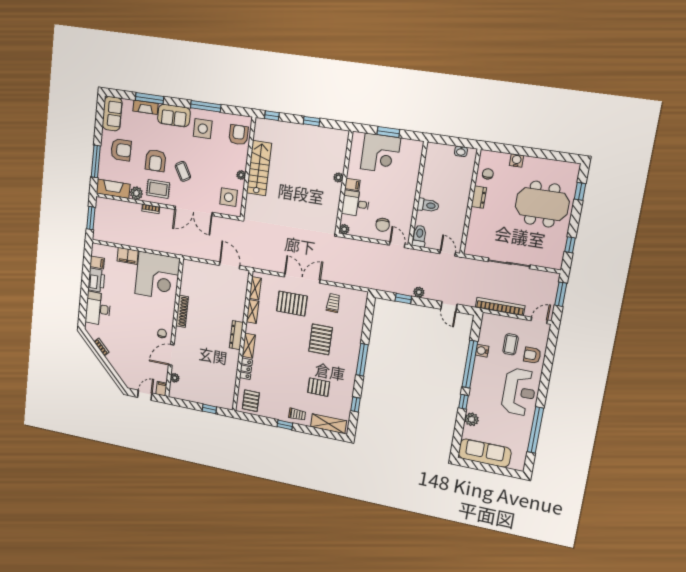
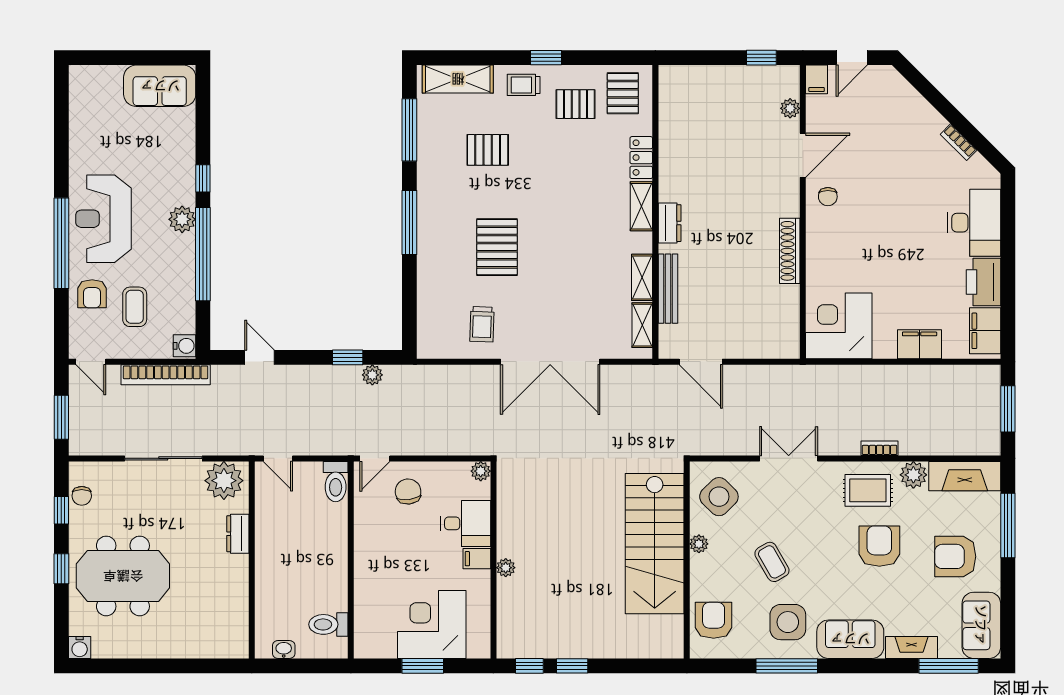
window: (150, 98) -> (949, 666), moved
window: (272, 116) -> (529, 666), moved
armchair: (239, 135) -> (714, 620), turned 180
water cooler: (517, 160) -> (80, 647), moved
stairs: (259, 168) -> (655, 544), width x1.36, depth x1.51
coffee table: (183, 171) -> (772, 562), moved
chair: (488, 174) -> (82, 496), moved
window: (580, 191) -> (61, 569), moved
side table: (229, 197) -> (719, 497), turned 45
dresser: (479, 197) -> (238, 534), moved
toilet: (428, 205) -> (328, 624), moved
double door: (194, 211) -> (789, 458), width x0.73
door: (397, 245) -> (375, 458), hinge flipped
plant: (478, 246) -> (224, 481), added
filing cabinet: (97, 262) -> (985, 331), width x2.00
corner desk: (157, 276) -> (839, 326), width x0.74, depth x0.74
double door: (302, 278) -> (550, 362), width x1.36
plant: (419, 292) -> (372, 375), moved
bench: (241, 304) -> (668, 289), added
pallet: (292, 304) -> (576, 104), moved, width x0.67, depth x0.71
door: (539, 320) -> (91, 362), hinge flipped
dresser: (236, 335) -> (670, 223), width x0.70
water cooler: (482, 351) -> (185, 346), moved
armchair: (532, 355) -> (92, 294), turned 90
window: (356, 404) -> (409, 130), width x2.17
window: (209, 409) -> (761, 58), moved
plant: (472, 419) -> (182, 219), moved
window: (535, 430) -> (61, 243), moved
sofa: (485, 453) -> (160, 86), width x0.73

